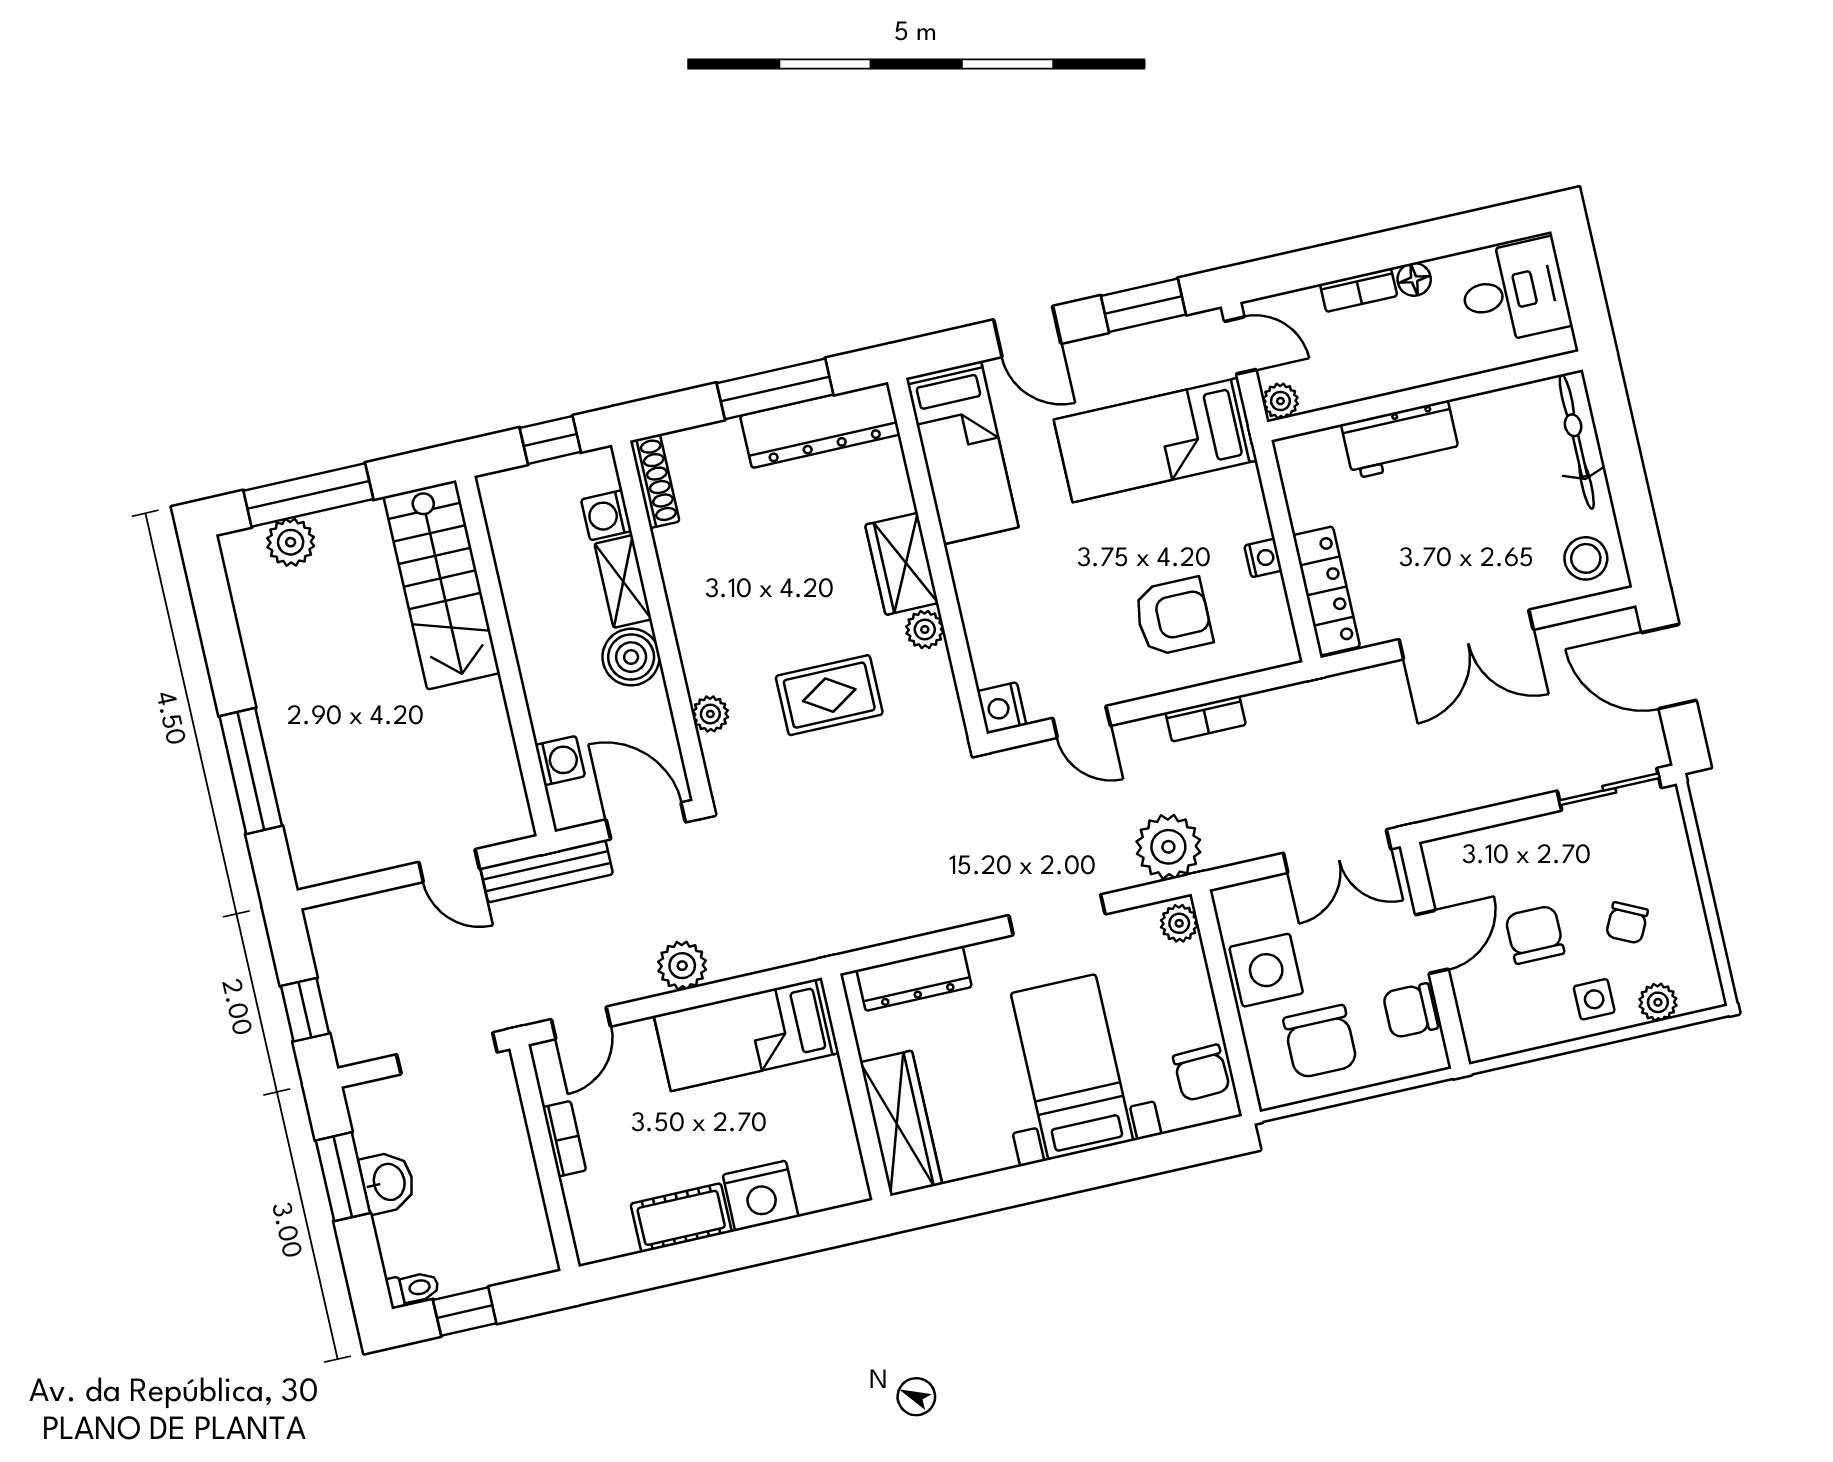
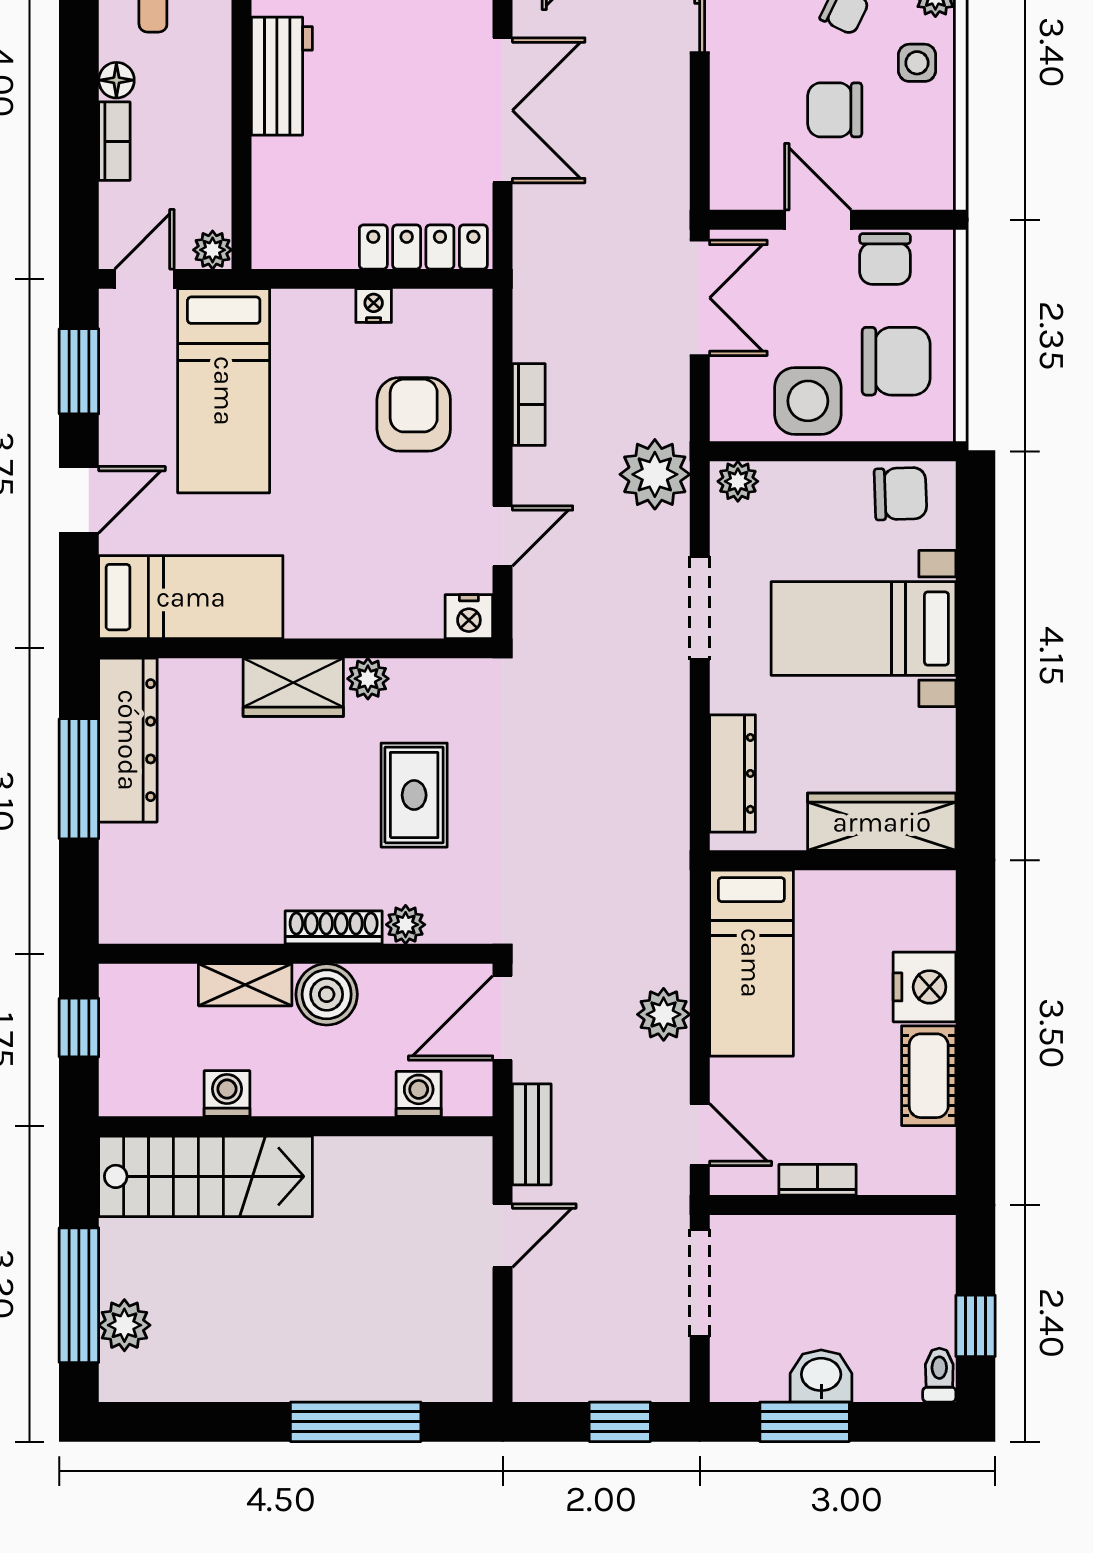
workbench: (1400, 440) -> (282, 76), moved
shoe rack: (655, 481) -> (334, 927), moved
washing machine: (606, 515) -> (227, 1094), moved, turned 180
bench: (547, 871) -> (532, 1134), width x0.73

